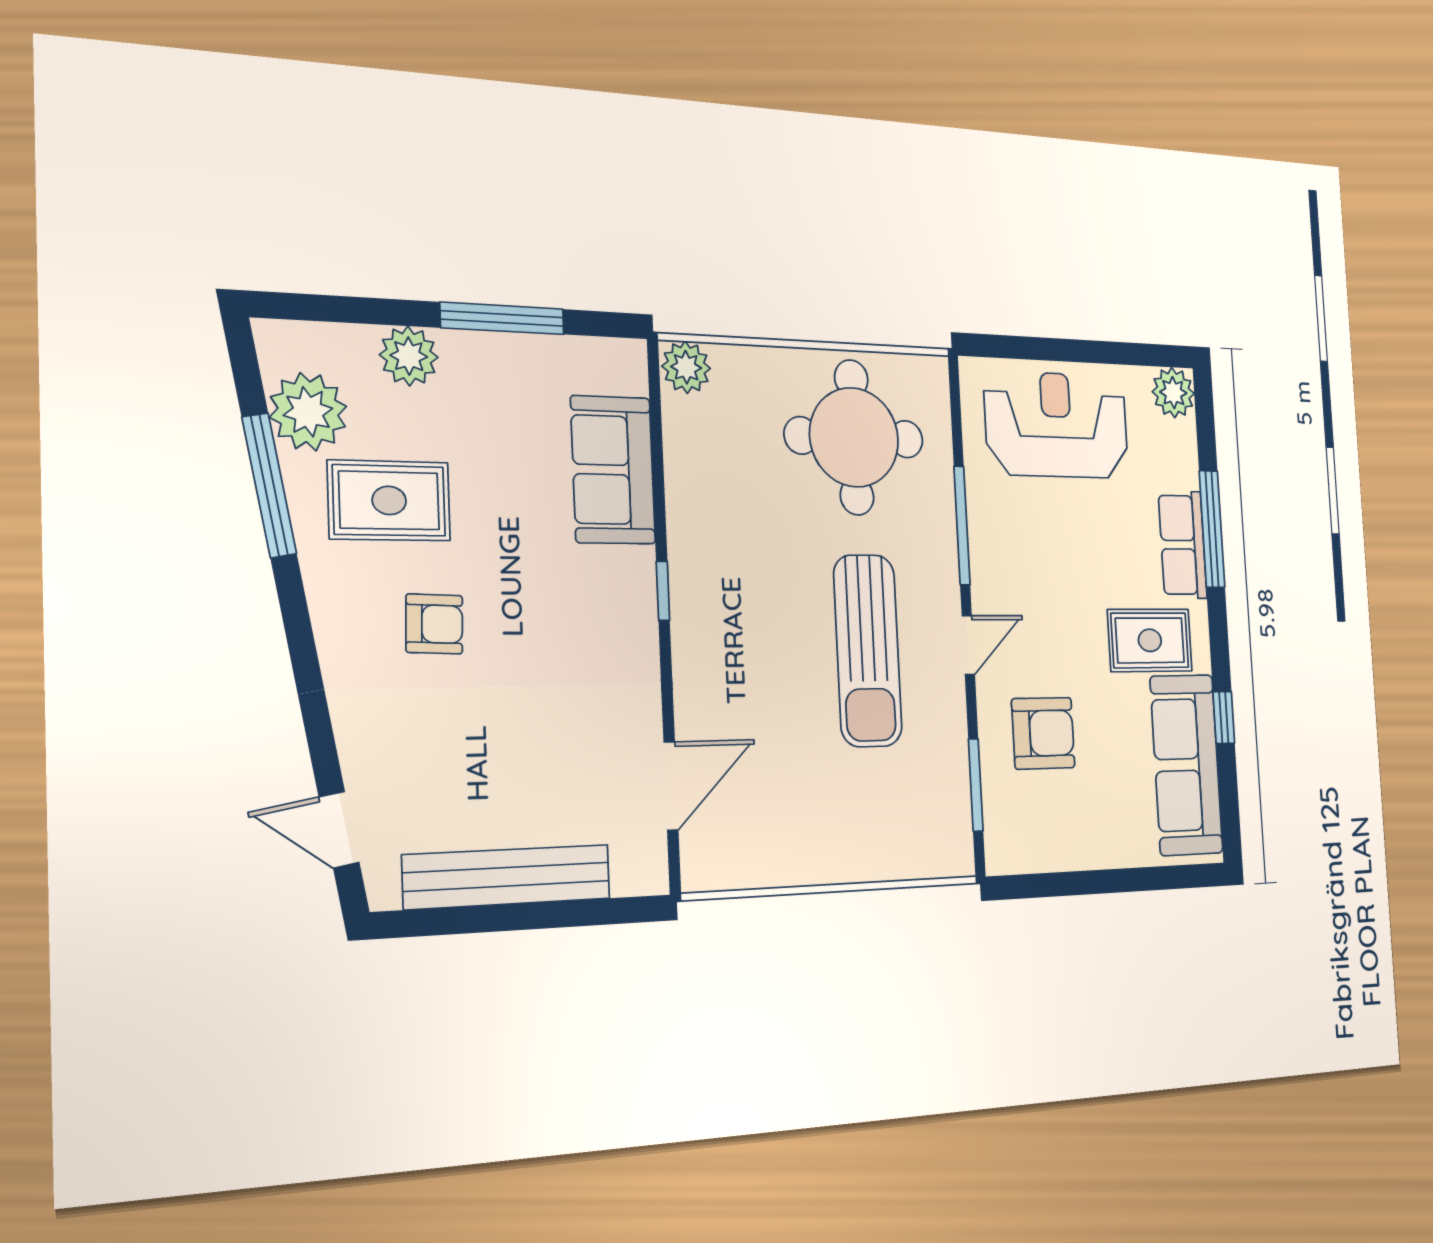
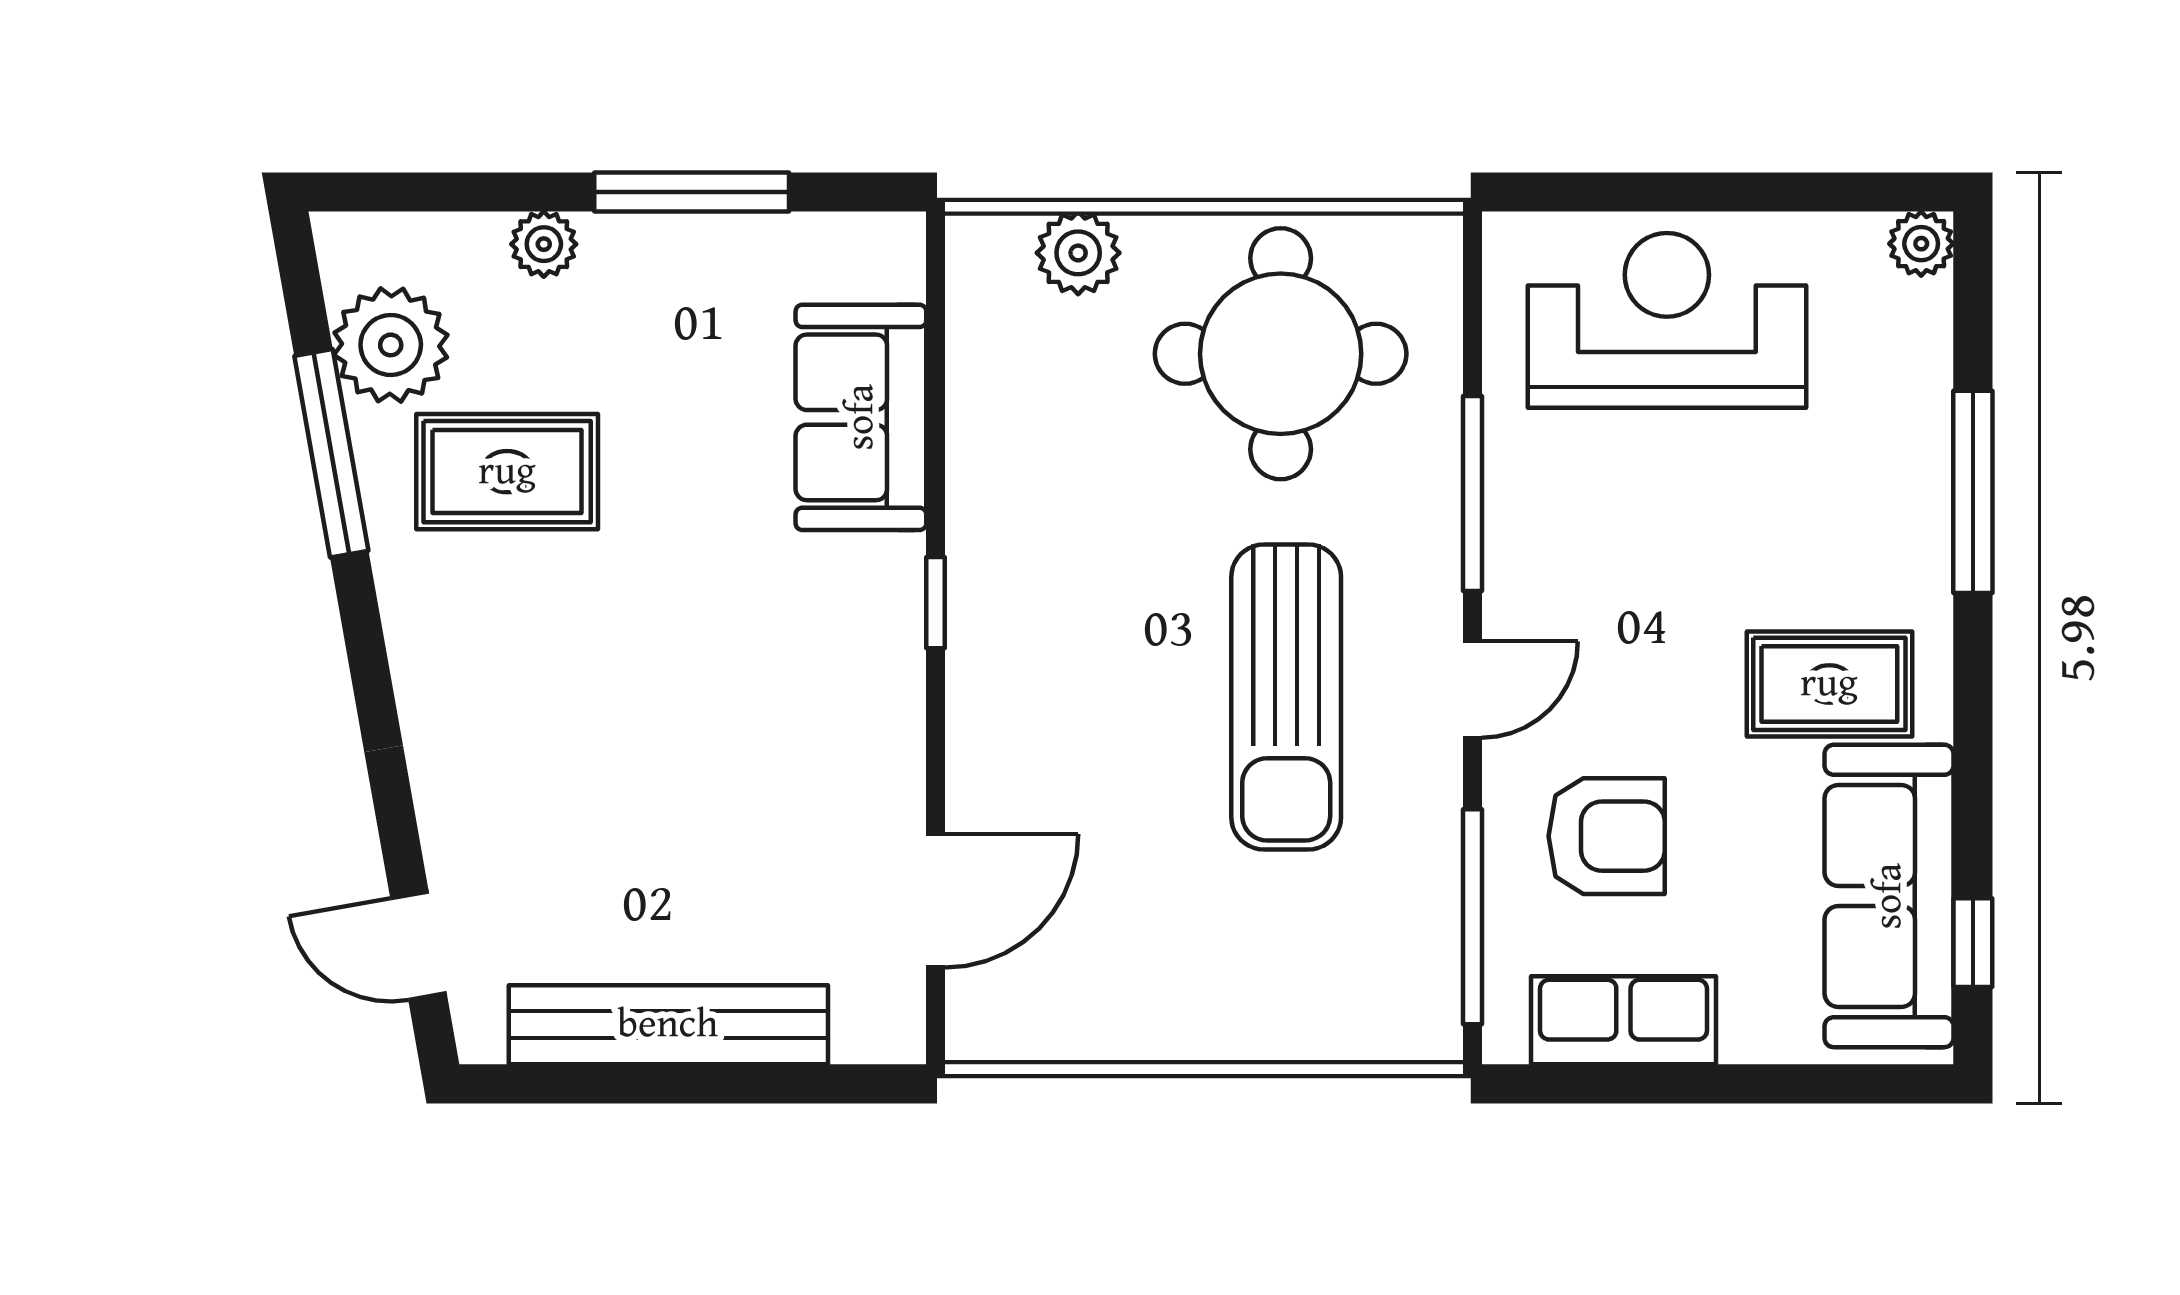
plant: (409, 356) -> (544, 244), width x0.73, depth x0.73
plant: (686, 367) -> (1078, 253), moved
plant: (1173, 393) -> (1921, 244), width x0.73, depth x0.73
row of seats: (1183, 545) -> (1623, 1020), moved, turned 90
armchair: (434, 624) -> (569, 652), removed
window: (1224, 718) -> (1973, 943), moved
window: (976, 785) -> (1472, 917), width x1.44

